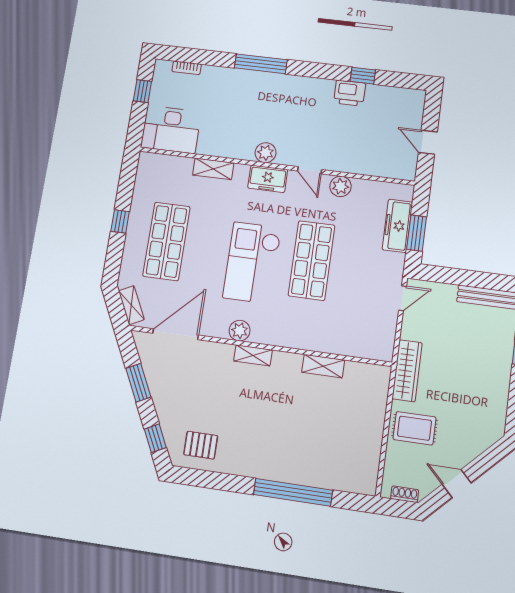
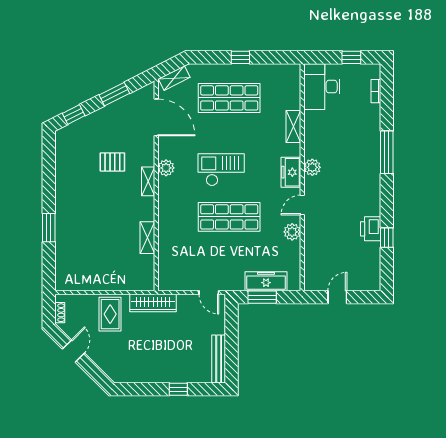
checkout: (252, 263) -> (221, 170), width x0.73, depth x0.83
pallet: (201, 445) -> (112, 162), moved, turned 90
window: (293, 492) -> (49, 228), width x0.47

